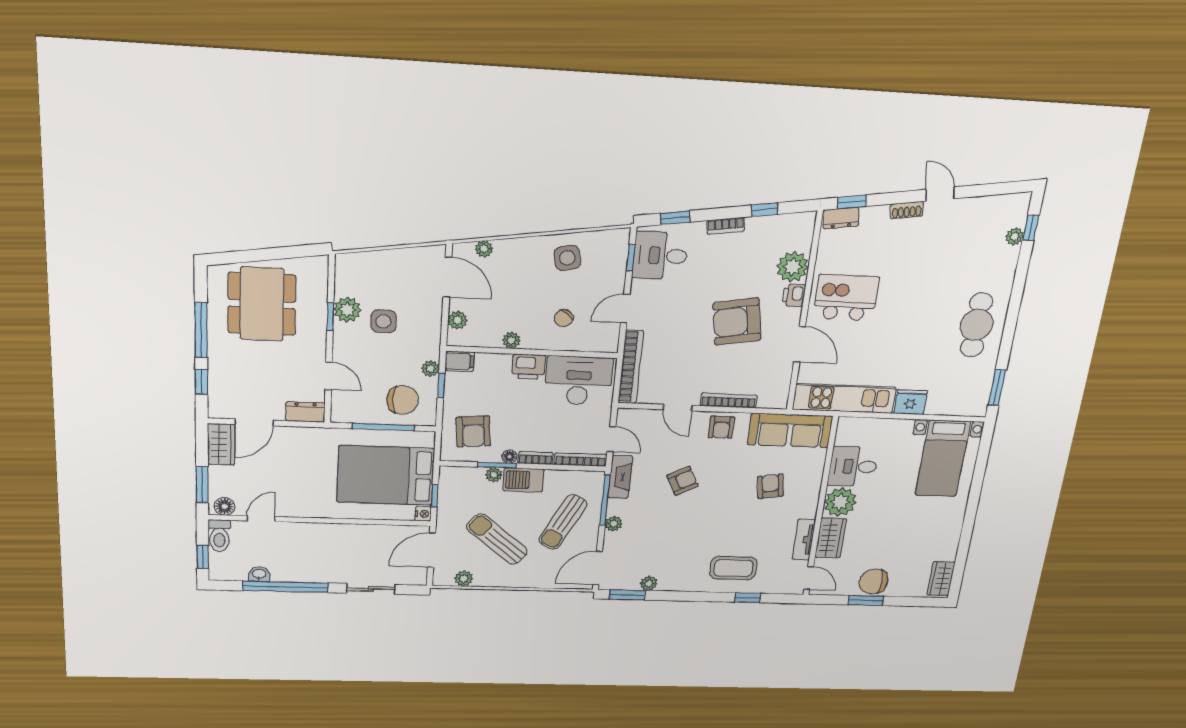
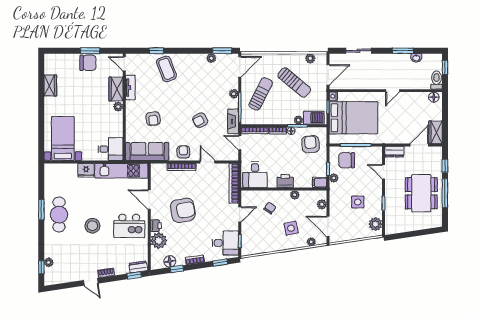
floor lamp: (777, 226) -> (170, 261), added
side table: (567, 258) -> (291, 228), moved
stool: (917, 301) -> (92, 226), added
dining table: (262, 304) -> (421, 193), moved
plant: (347, 310) -> (375, 224), moved
desk: (578, 381) -> (255, 175), width x0.73
window: (997, 388) -> (41, 210), moved
desk: (853, 466) -> (110, 149), moved
barbecue: (523, 480) -> (314, 118), moved
window: (202, 485) -> (445, 109), removed
plant: (840, 502) -> (118, 107), width x0.53, depth x0.53
door: (261, 519) -> (393, 91), moved
coffee table: (733, 568) -> (166, 69), turned 69
wardrobe: (941, 579) -> (50, 85), moved
window: (285, 587) -> (403, 51), width x0.47

